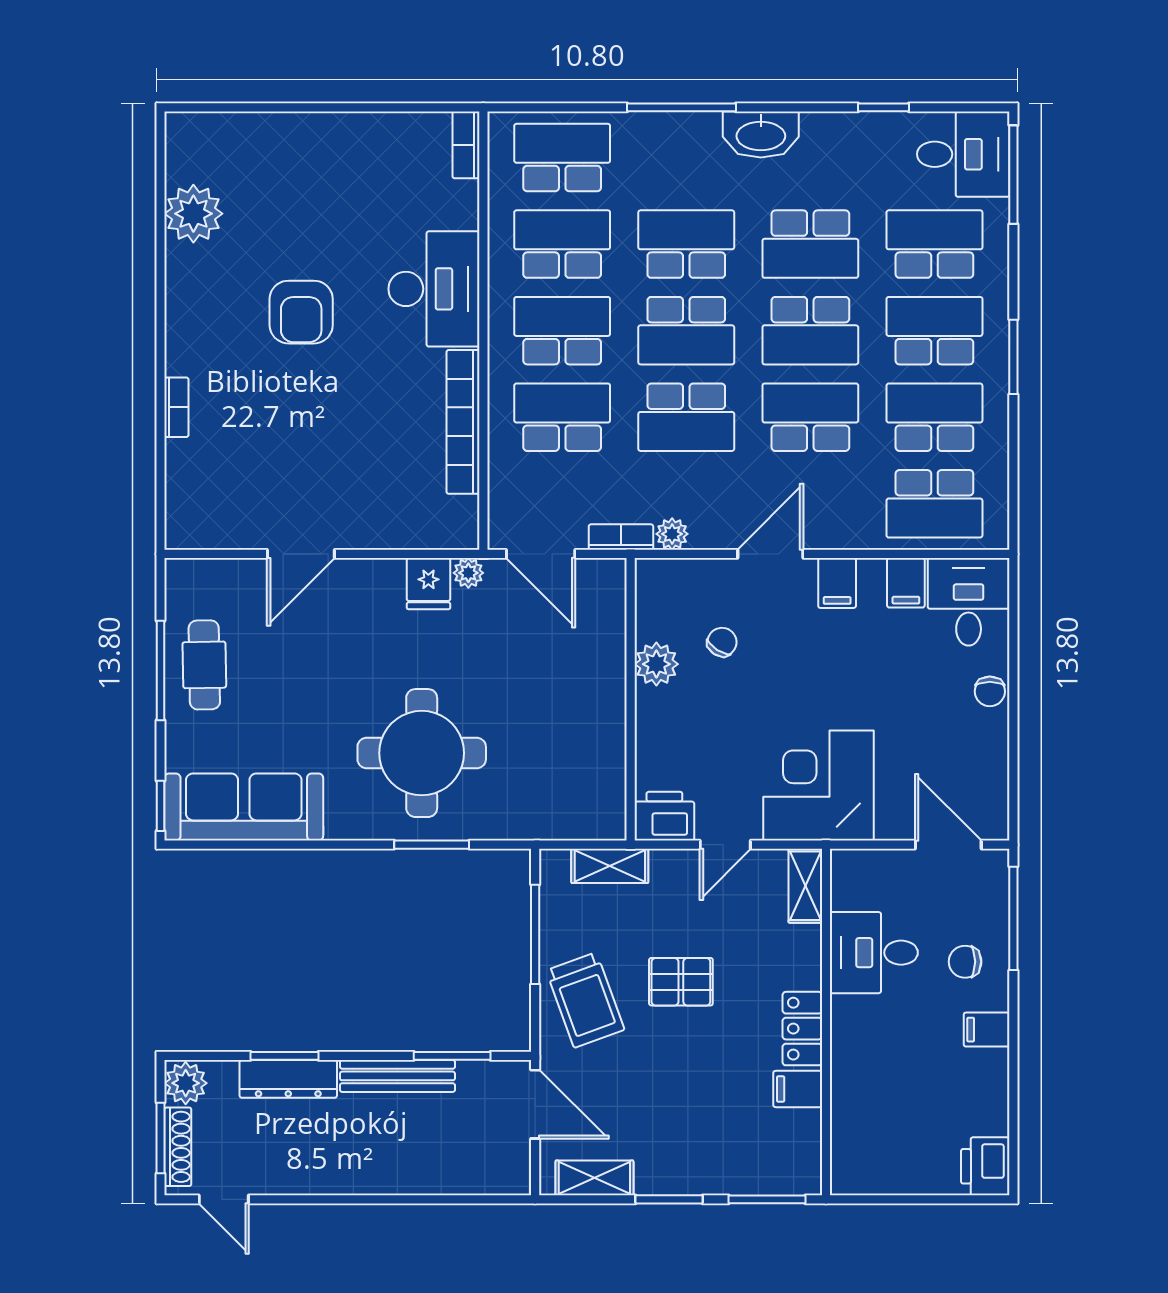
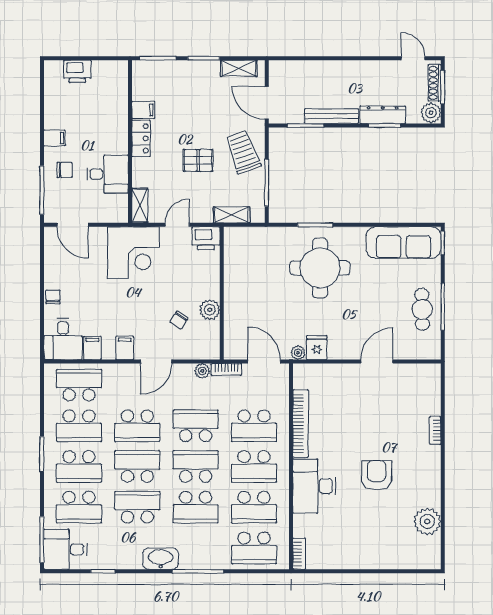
printer: (985, 1166) -> (77, 71), moved, turned 90

